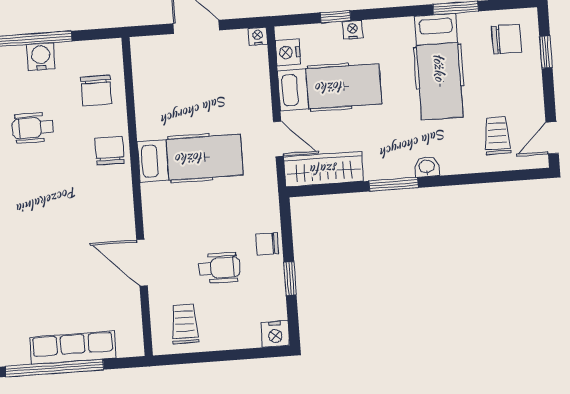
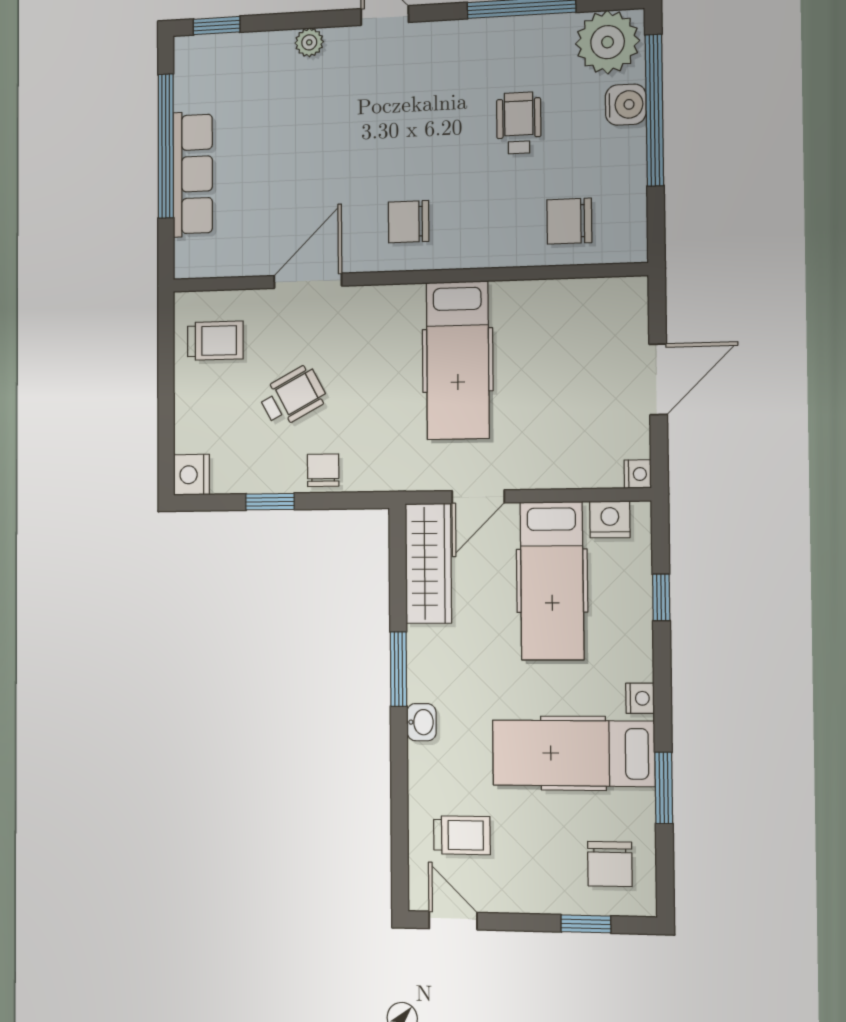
nightstand: (353, 30) -> (640, 698), moved
water cooler: (41, 57) -> (626, 105), moved
chair: (110, 151) -> (409, 222), moved, turned 180
wheelchair: (219, 268) -> (293, 396), turned -118

